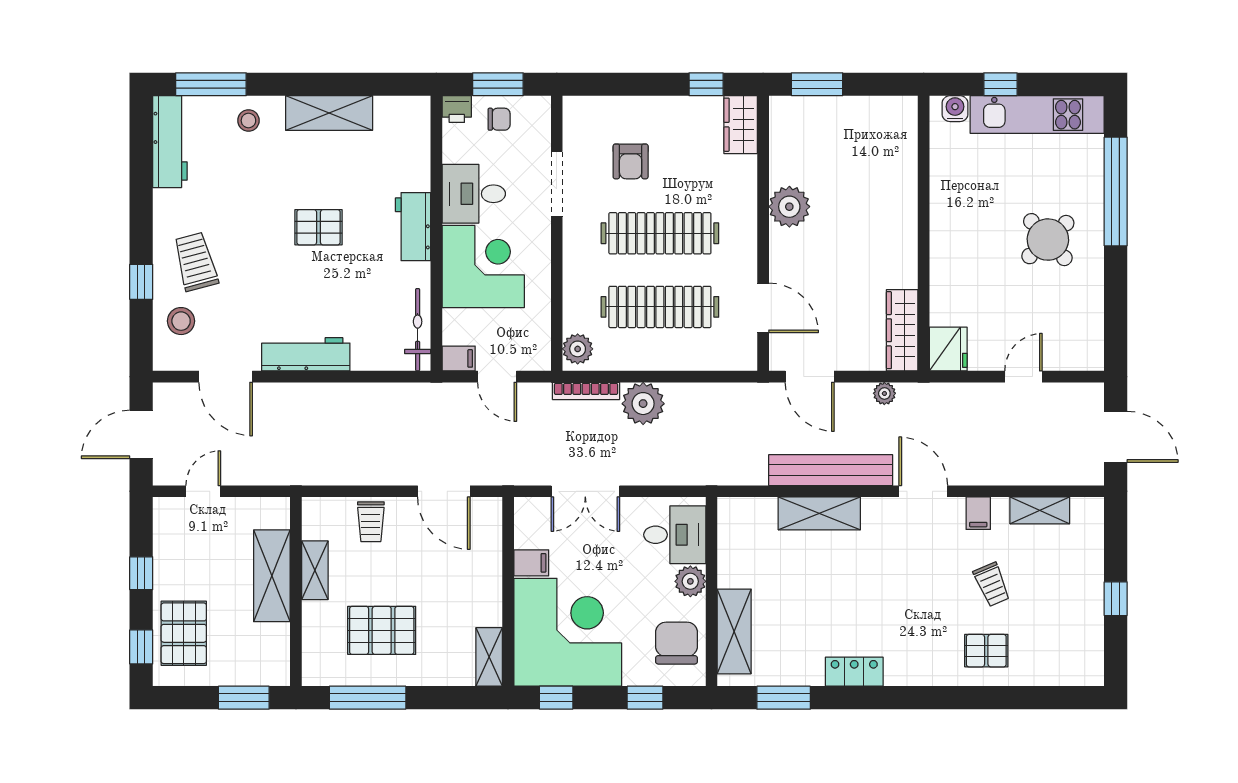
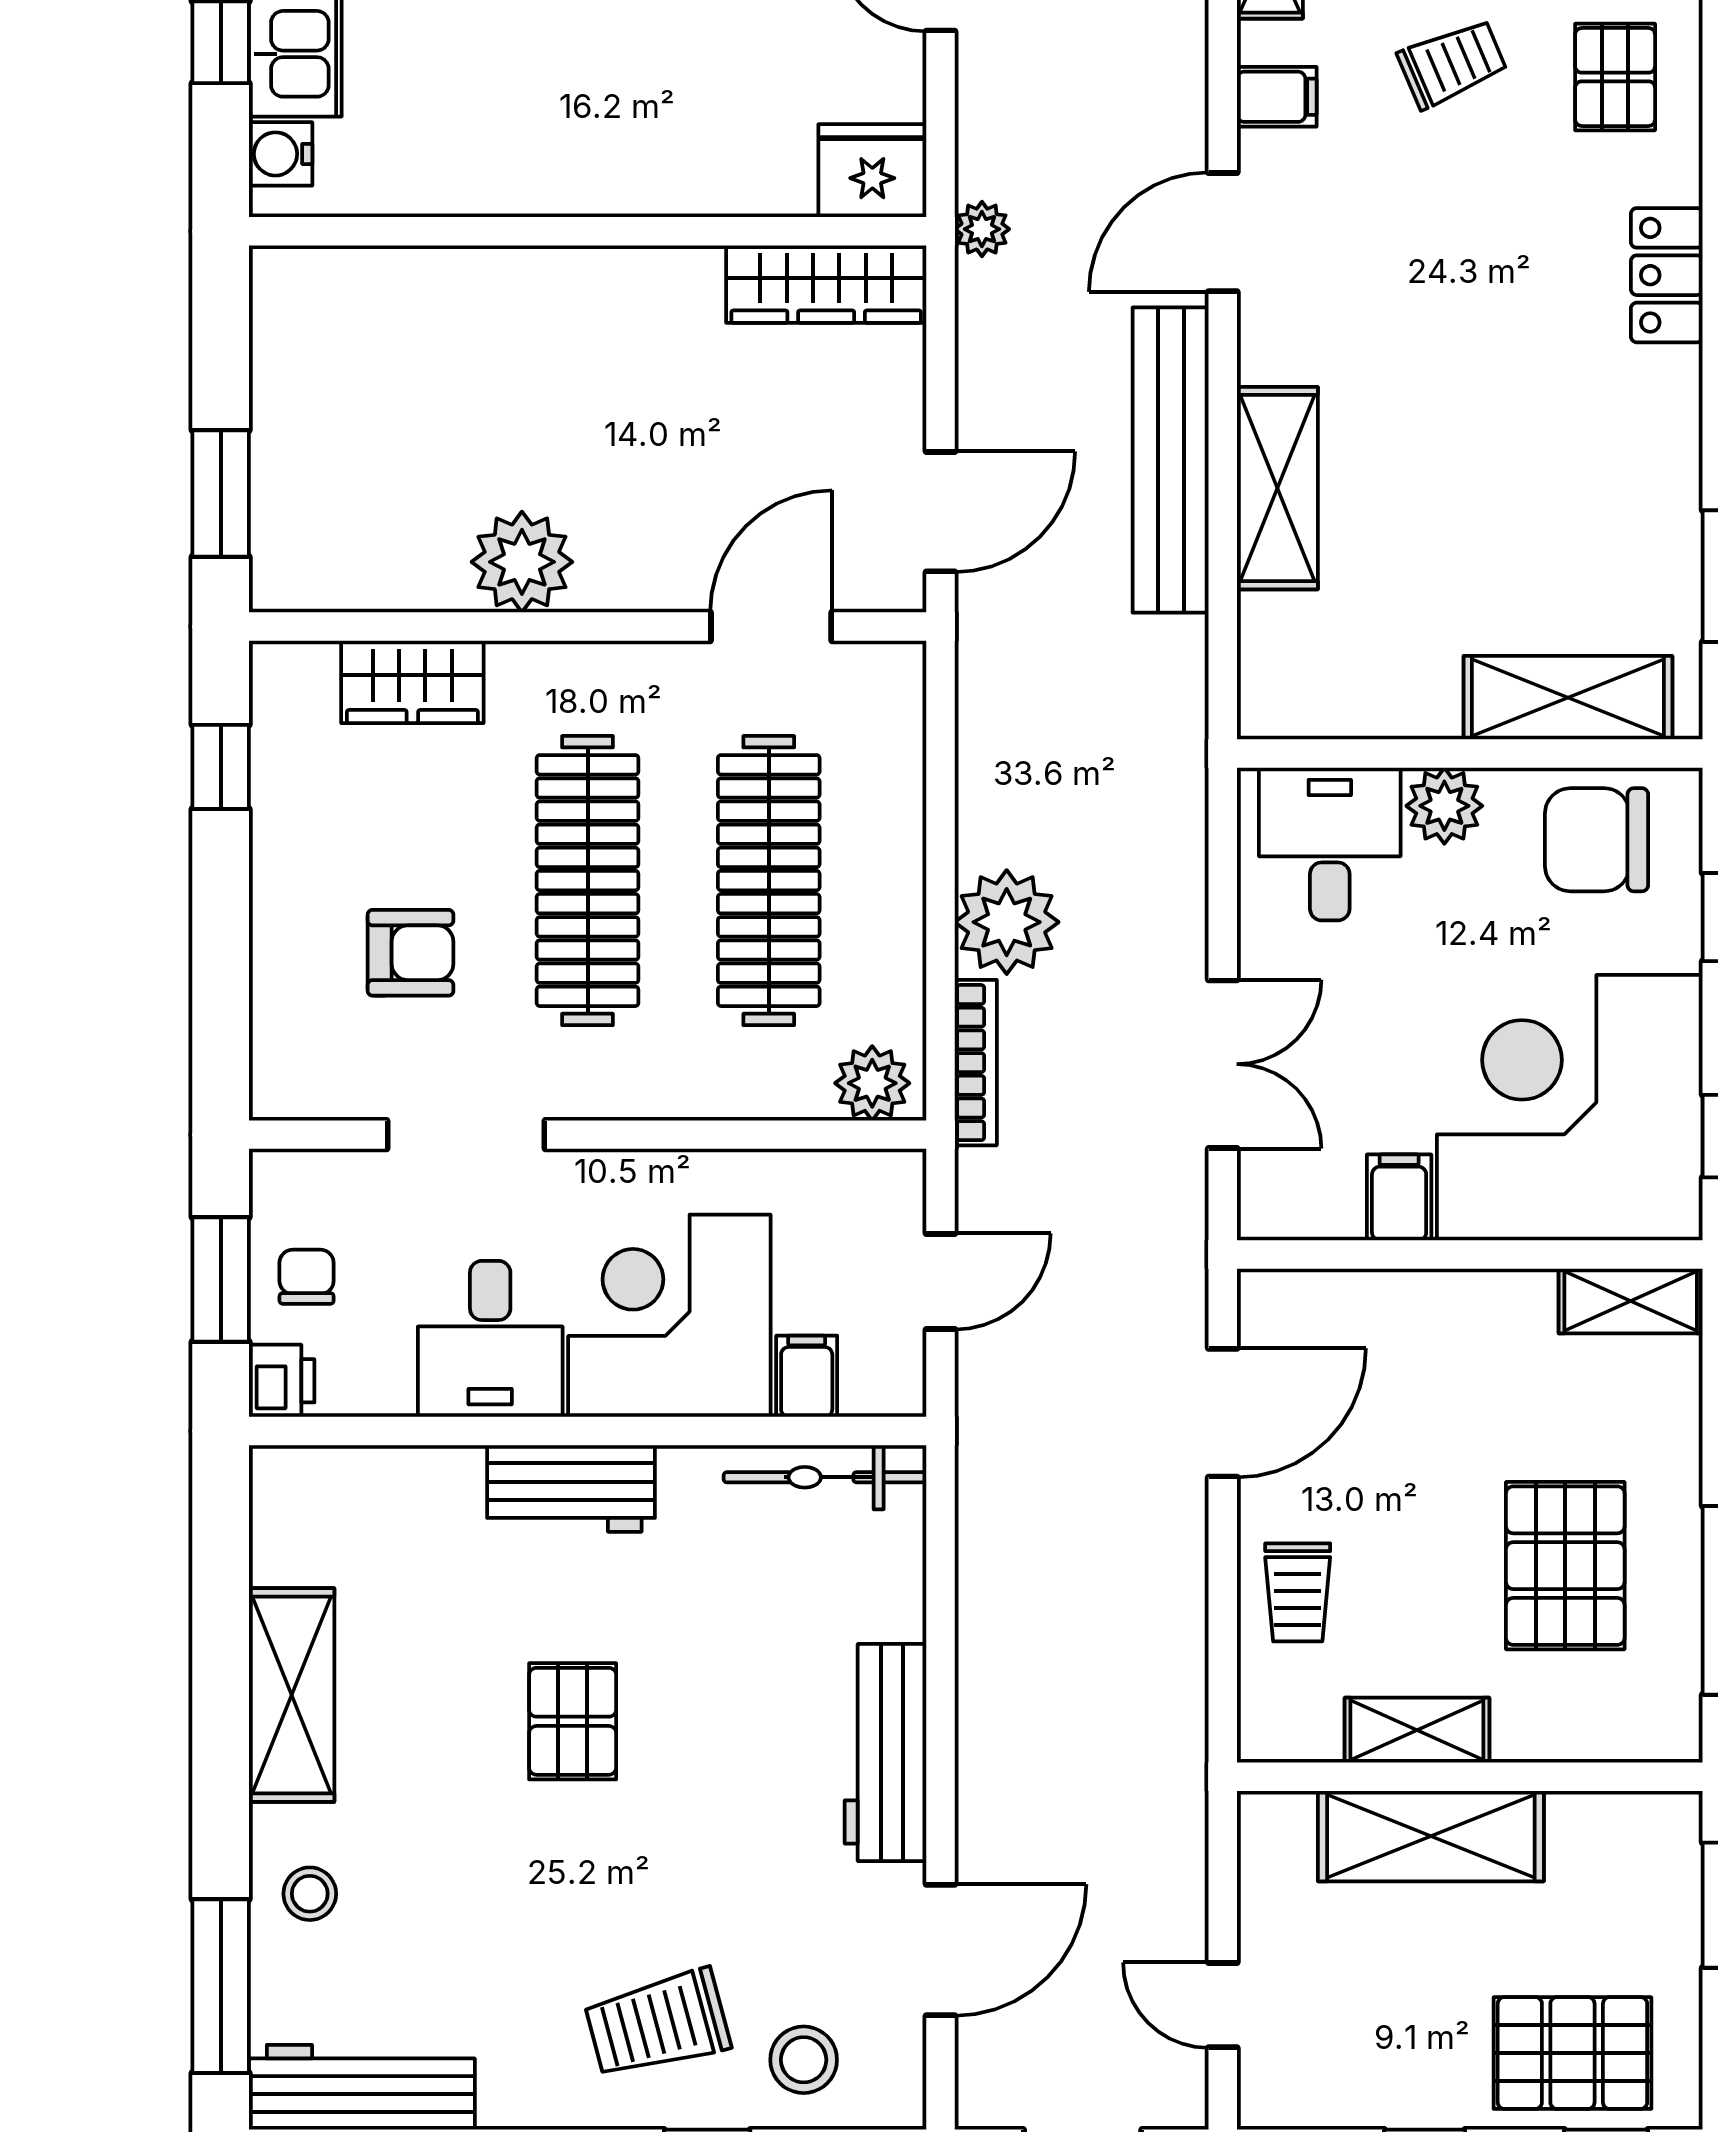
wardrobe: (741, 125) -> (412, 682), moved
filing cabinet: (459, 358) -> (807, 1376), moved
plant: (884, 393) -> (982, 229), moved
trolley: (371, 522) -> (1298, 1592), turned 90
locker: (854, 672) -> (1667, 275), moved

